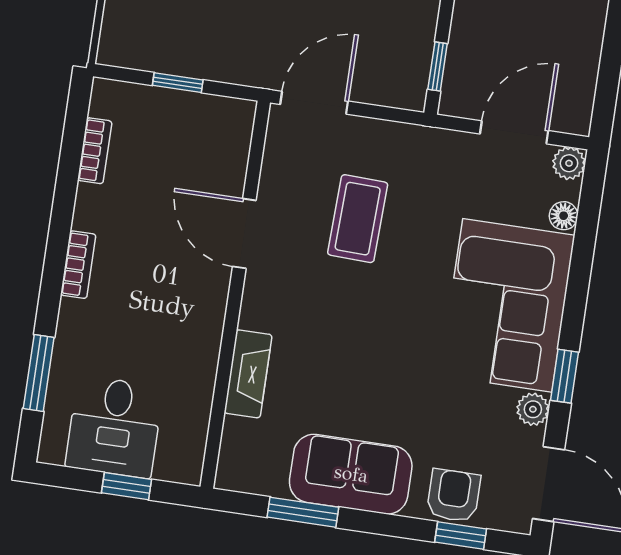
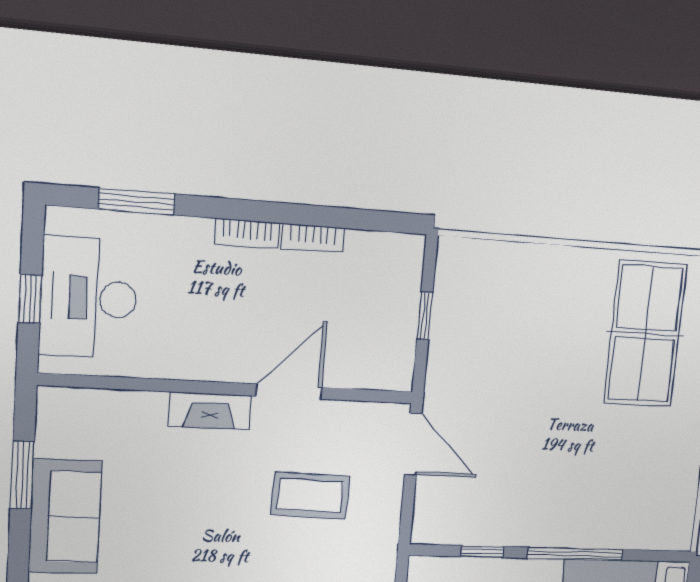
window: (438, 67) -> (482, 552), moved
bookcase: (95, 151) -> (313, 238), moved
fireplace: (248, 374) -> (210, 411), moved
desk: (114, 427) -> (89, 298), width x1.37

